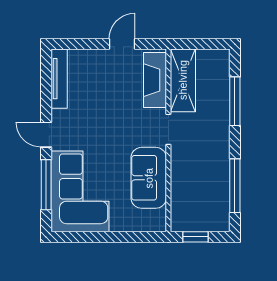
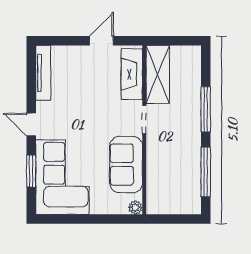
window: (235, 101) -> (206, 109), moved
window: (46, 185) -> (31, 171), width x0.69
plant: (159, 224) -> (135, 208), added
window: (195, 237) -> (169, 219), removed

